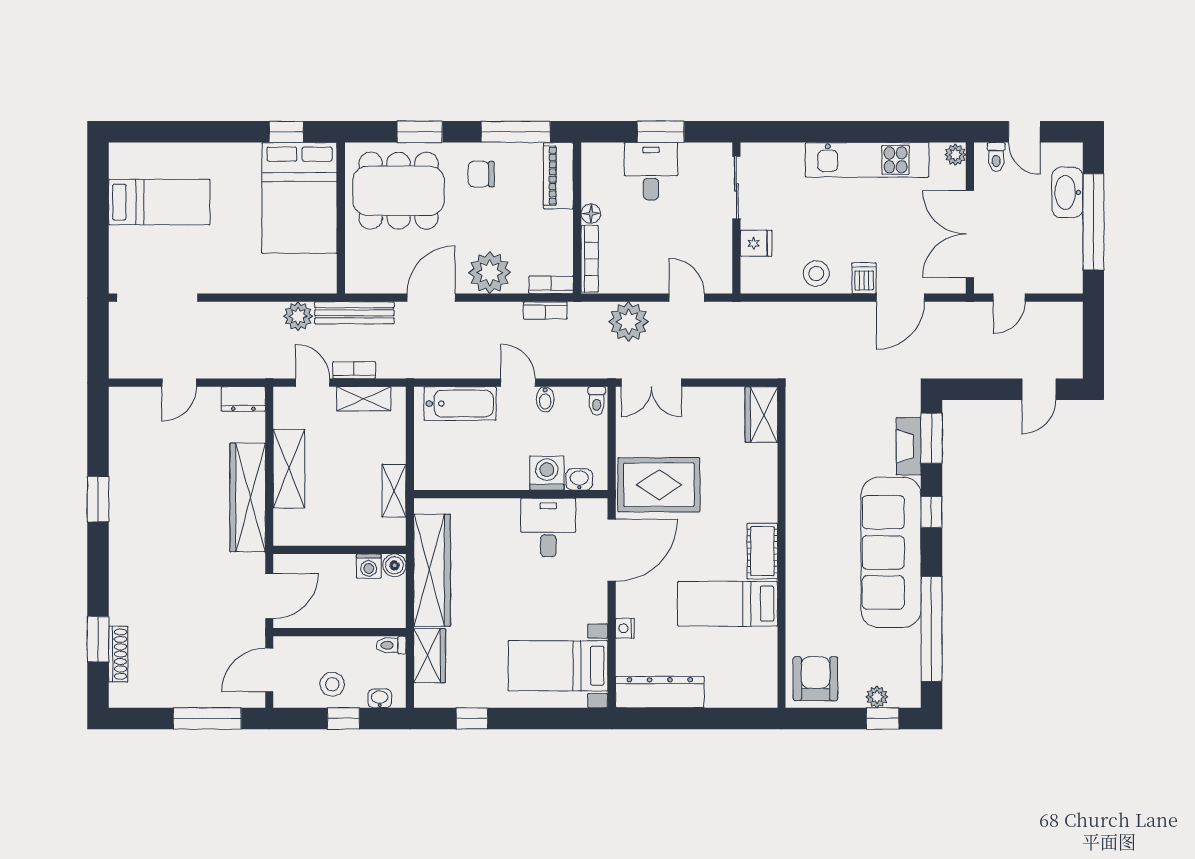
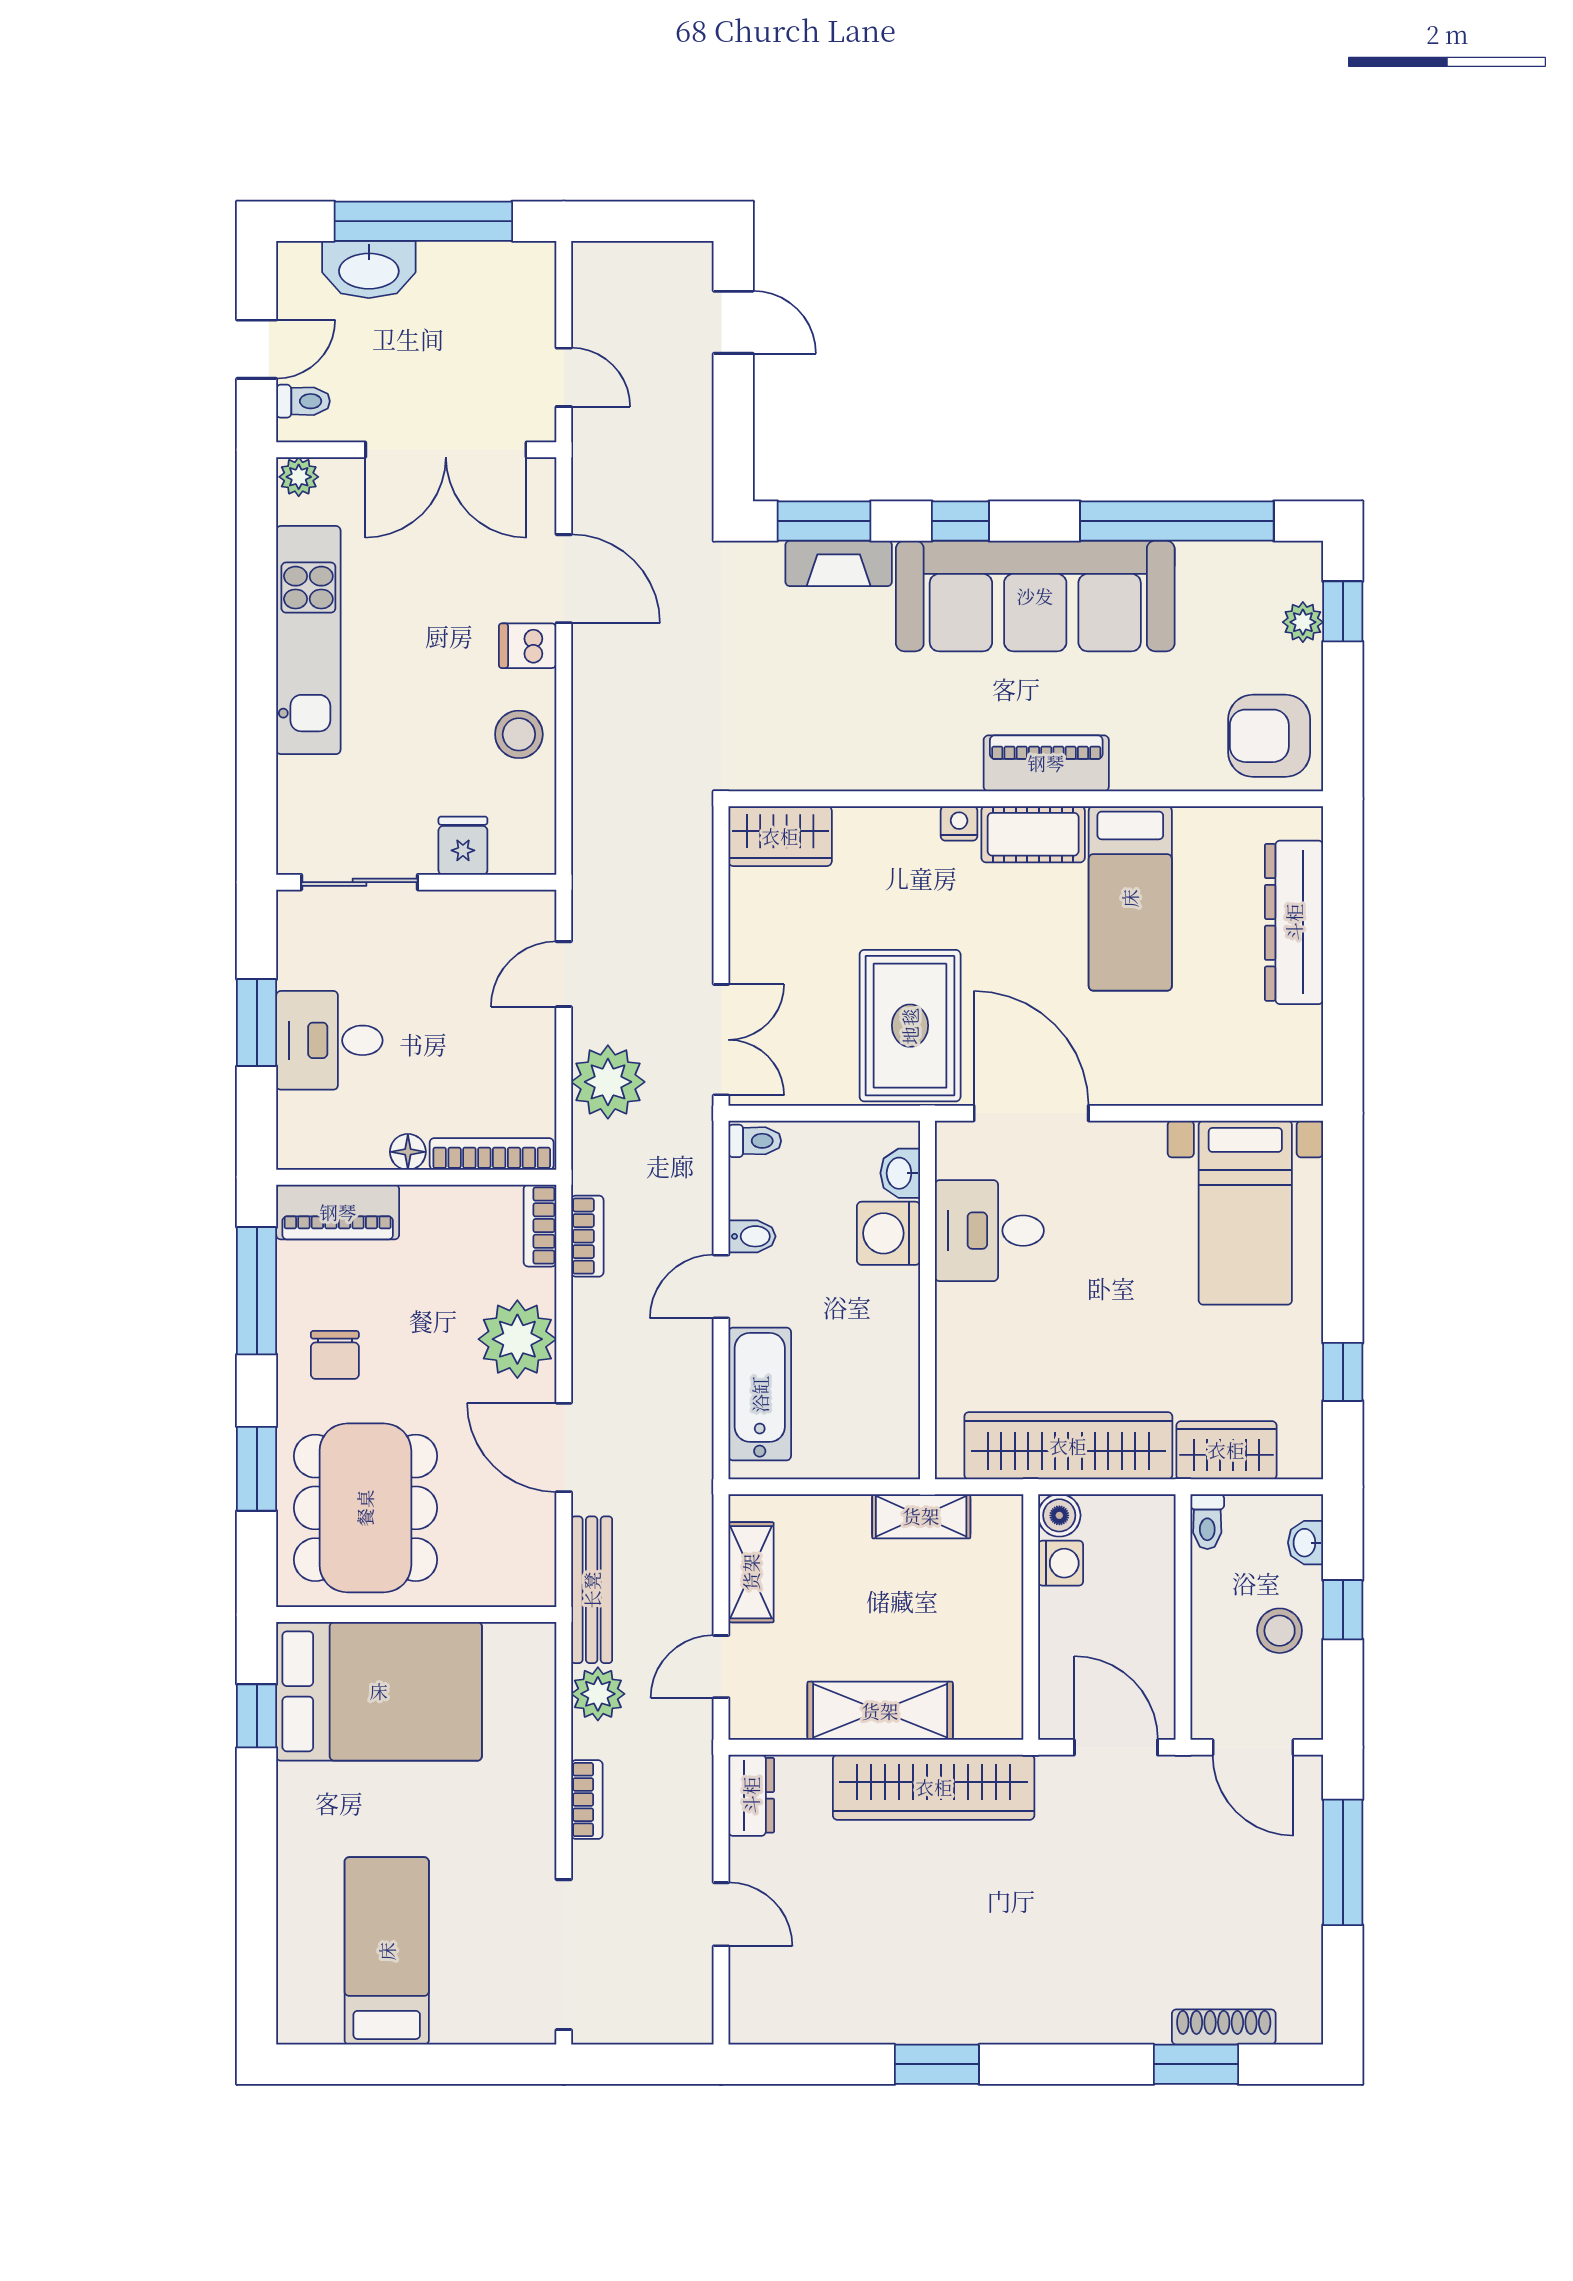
bookcase: (354, 370) -> (587, 1800), moved, turned 180
piano: (801, 558) -> (1046, 763), added
nightstand: (625, 628) -> (959, 823), moved, turned 180
dresser: (660, 692) -> (1294, 922), moved

